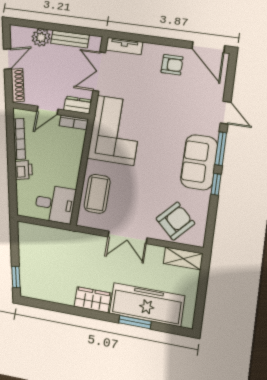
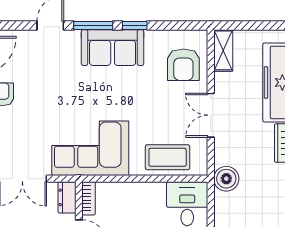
armchair: (175, 221) -> (183, 65), turned -133
double door: (127, 237) -> (211, 115), swing flipped
boiler: (70, 241) -> (226, 179), added

